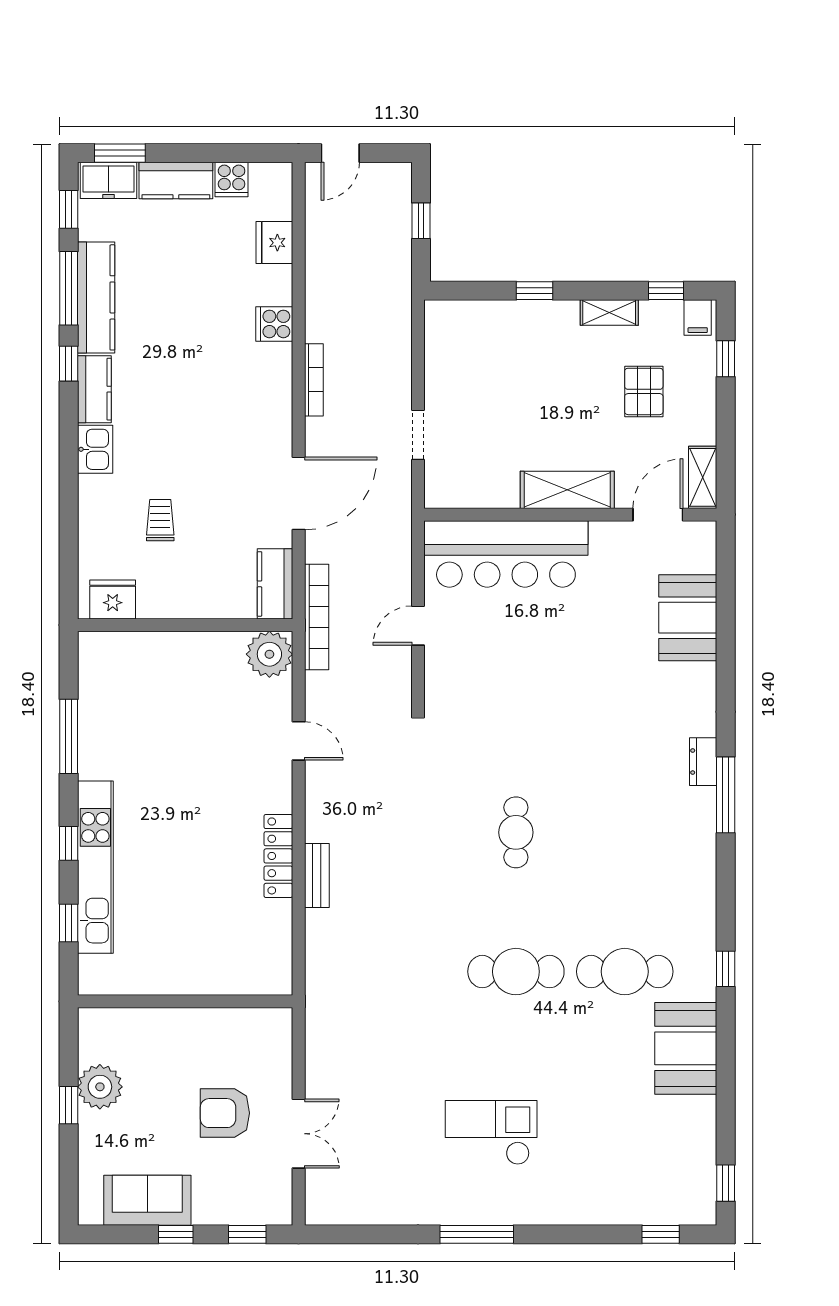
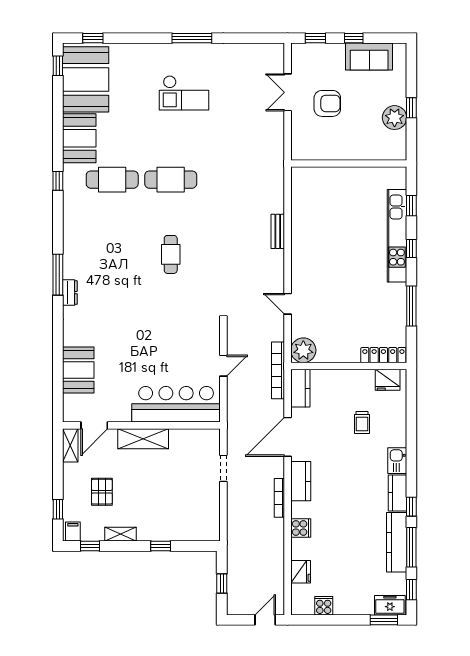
kitchen counter: (176, 181) -> (301, 481), moved, turned 90
locker: (278, 856) -> (383, 355), moved, turned -90
booth: (674, 1158) -> (86, 79), added

